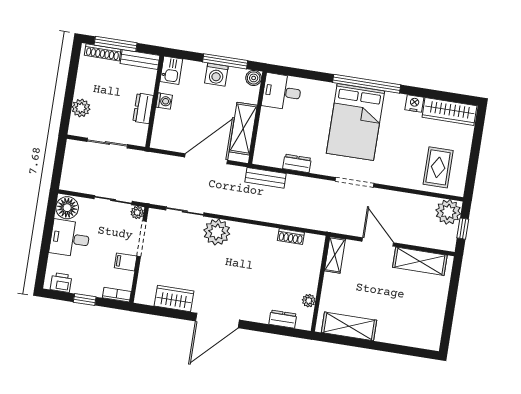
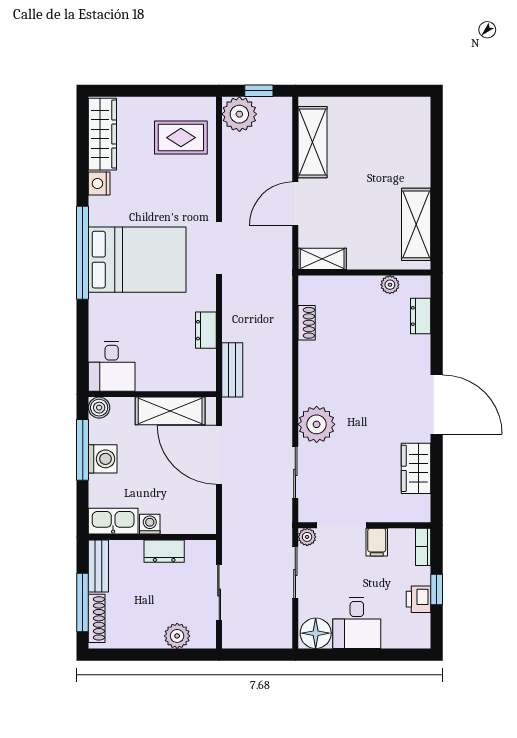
kitchen sink: (171, 70) -> (113, 521), width x1.38
printer: (61, 282) -> (419, 599), moved

